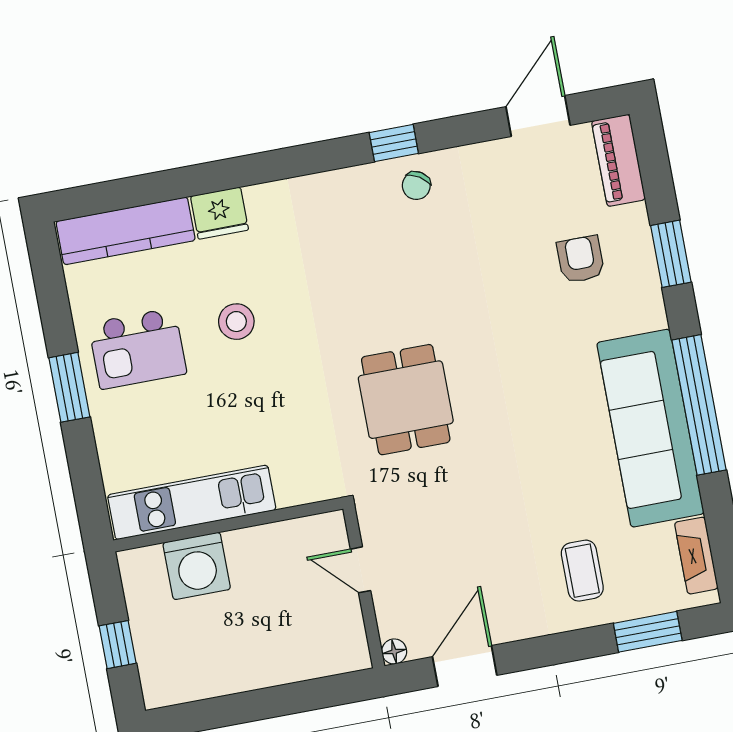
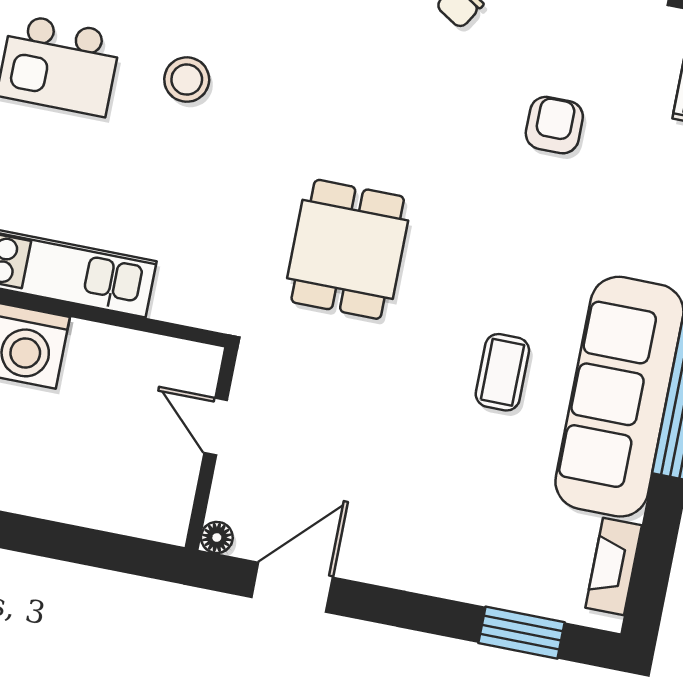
armchair: (581, 259) -> (554, 125), moved
coffee table: (582, 571) -> (502, 372), moved

